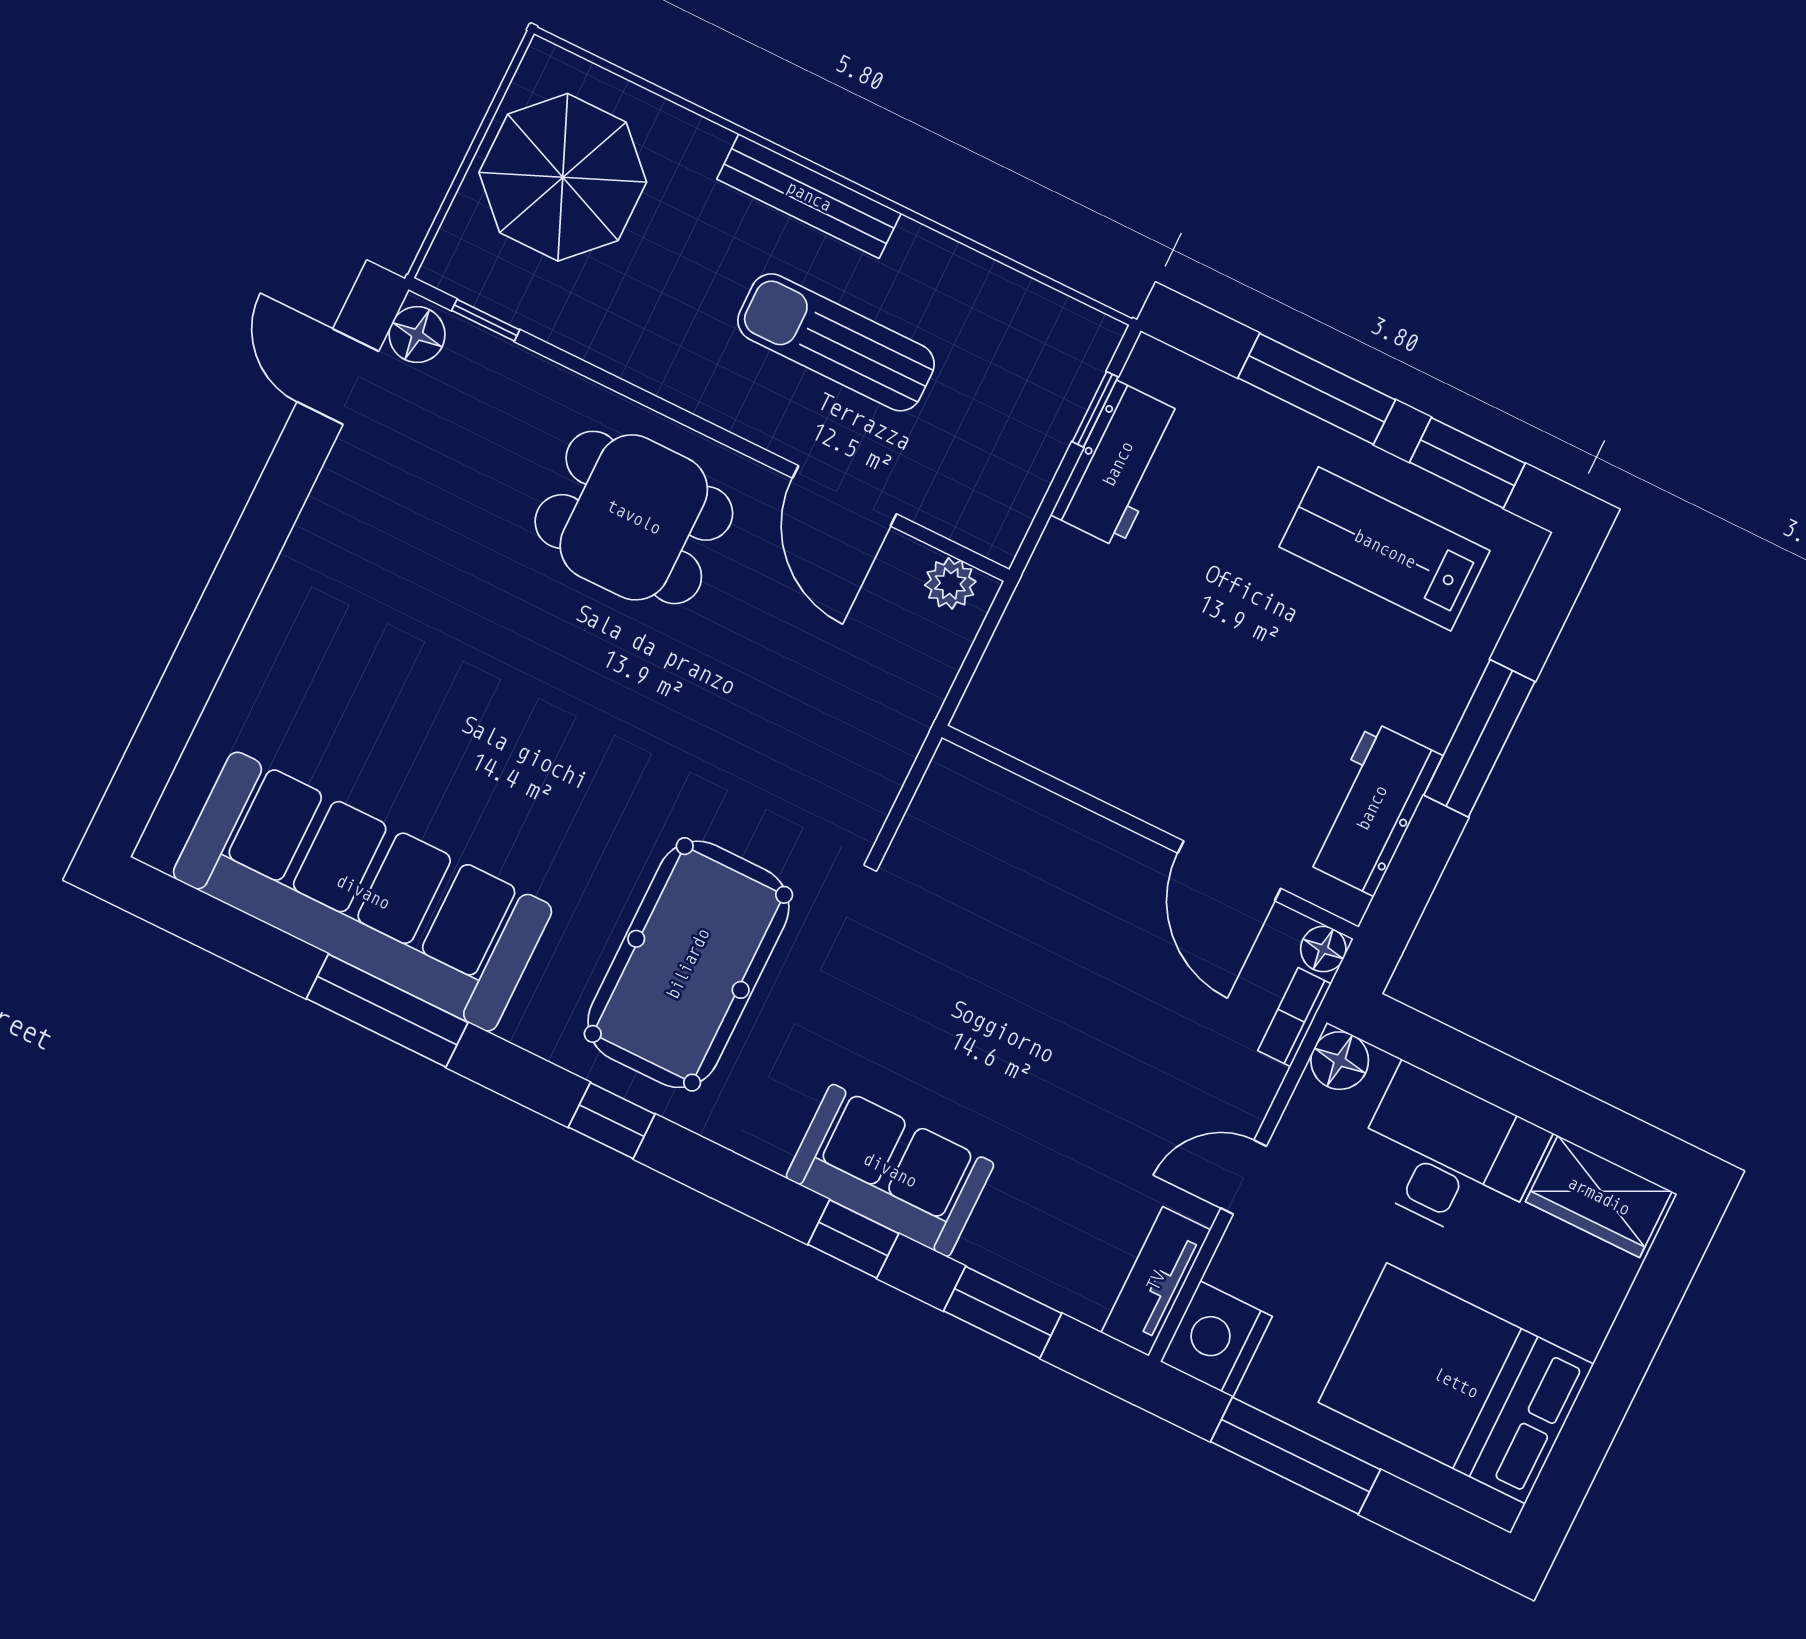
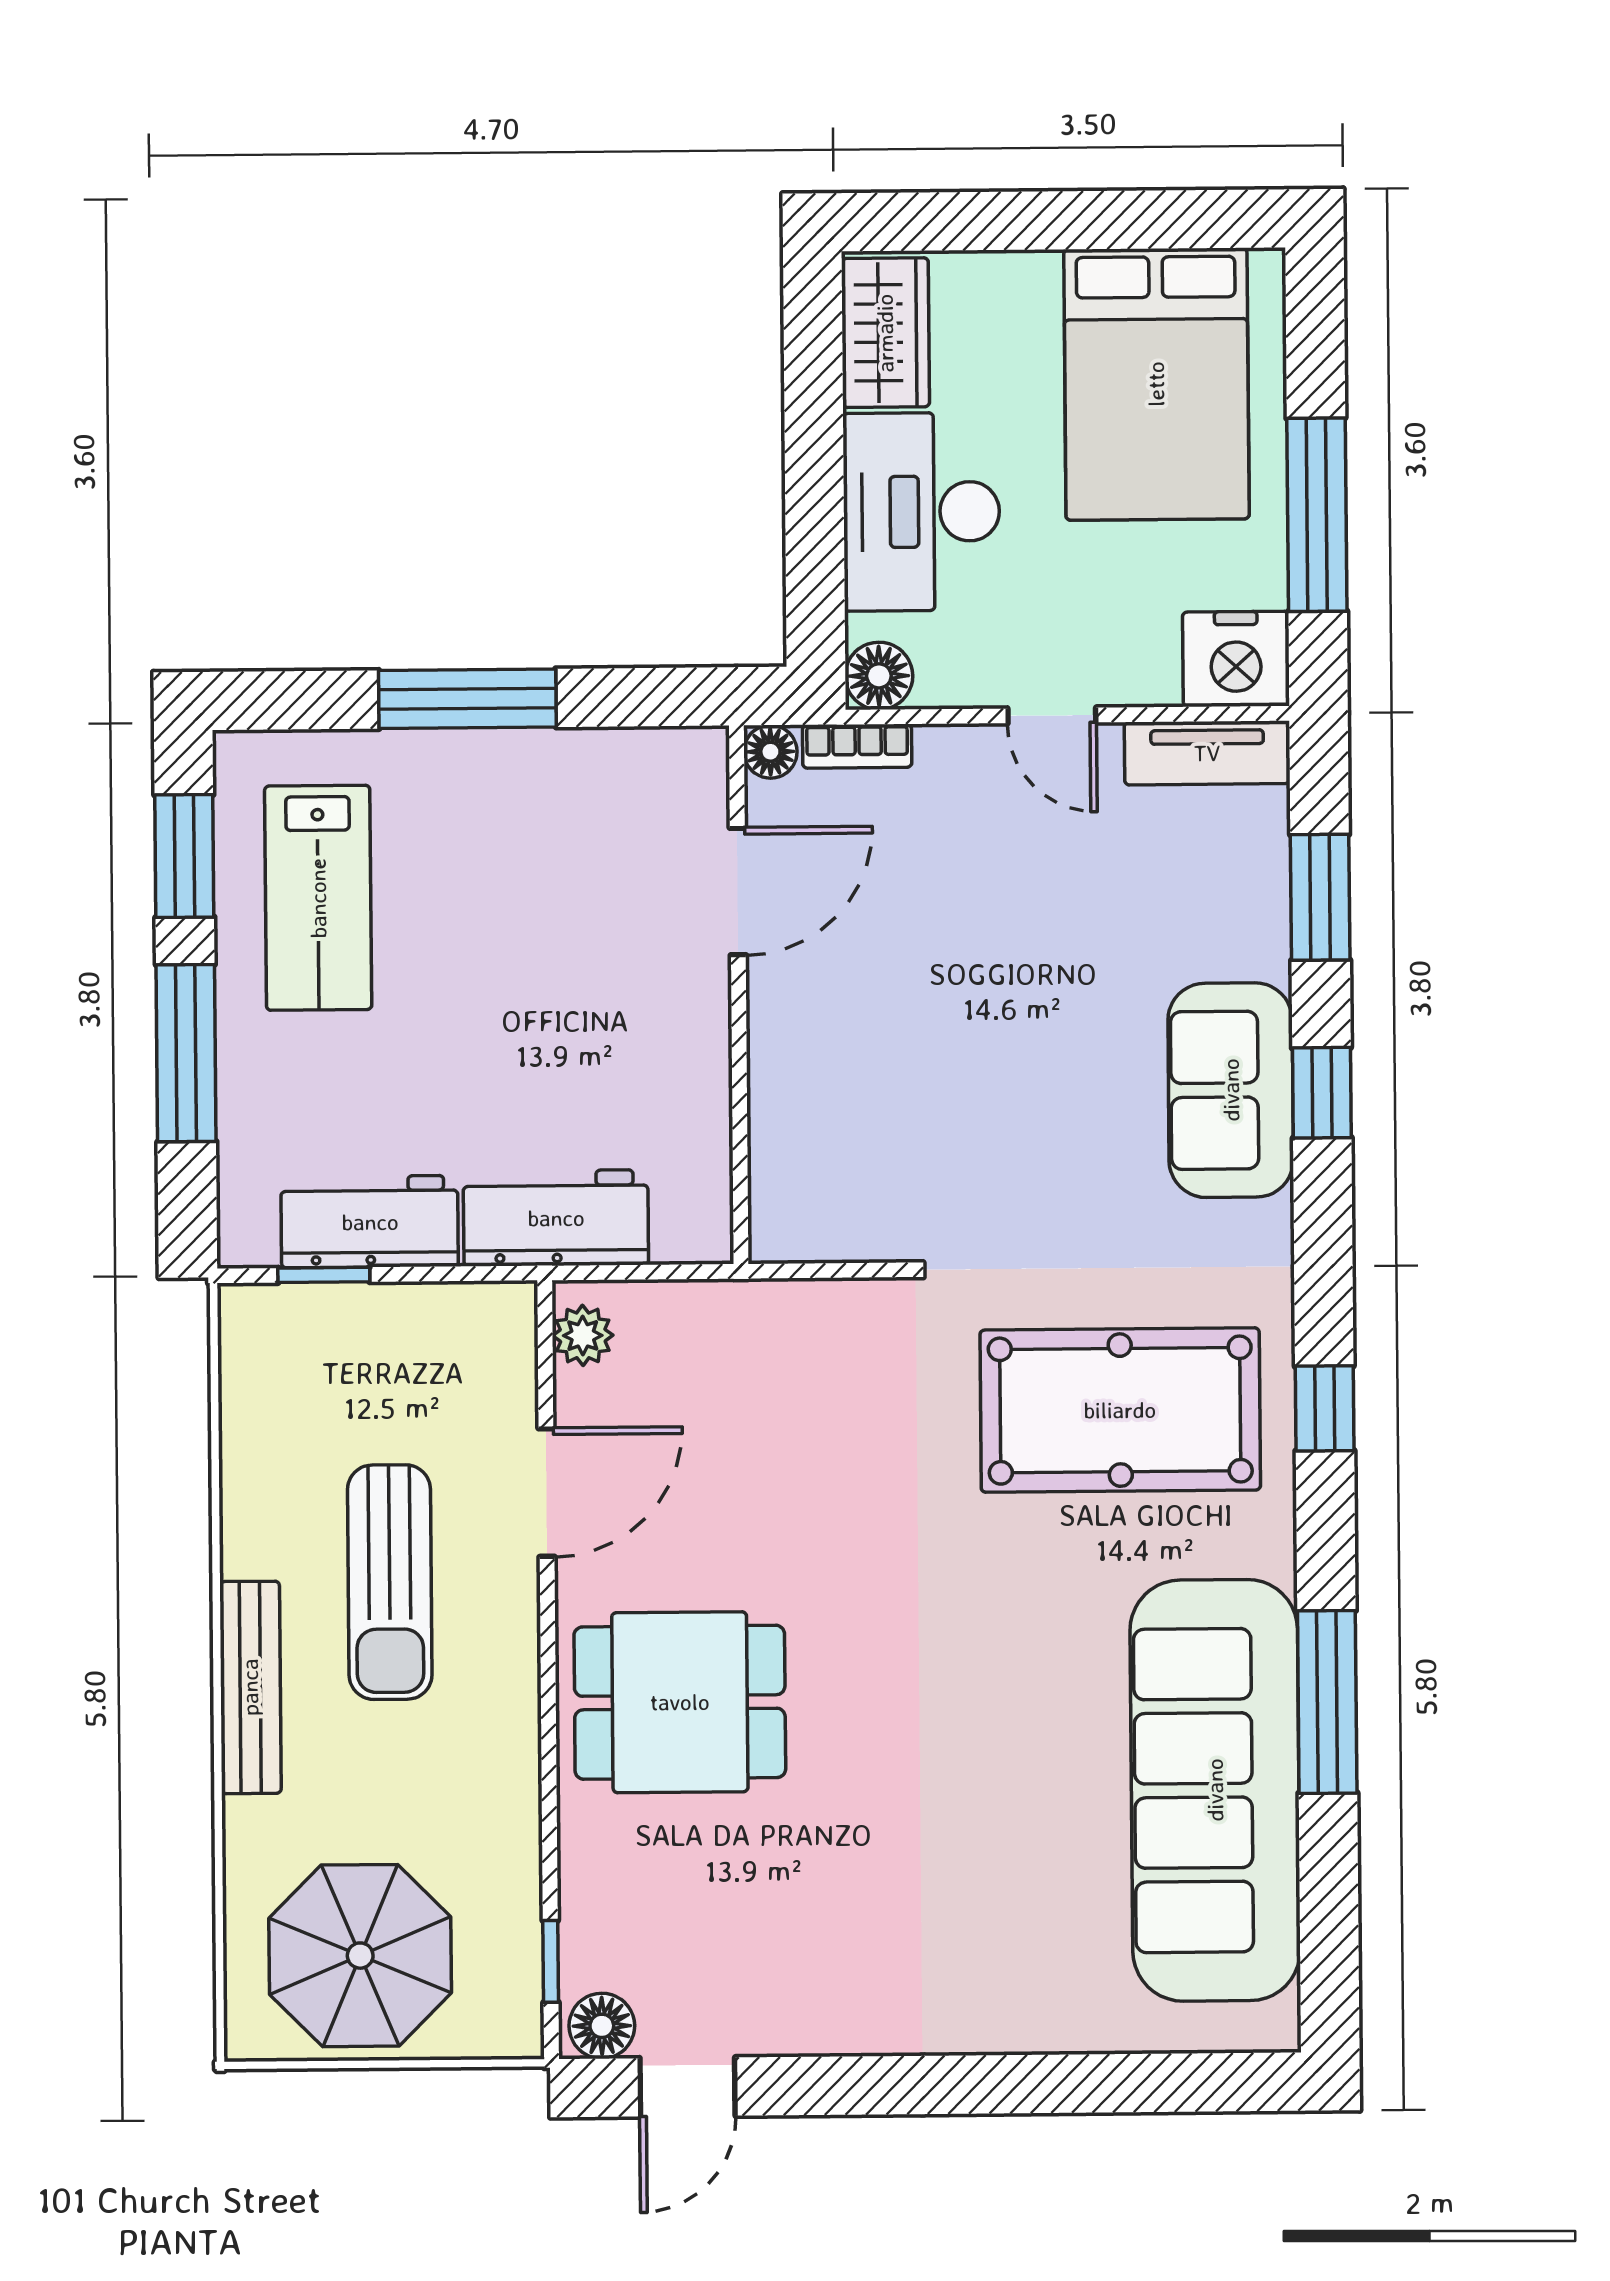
dining table: (634, 517) -> (680, 1702), turned 90
workbench: (1372, 808) -> (556, 1218), moved, turned 180

